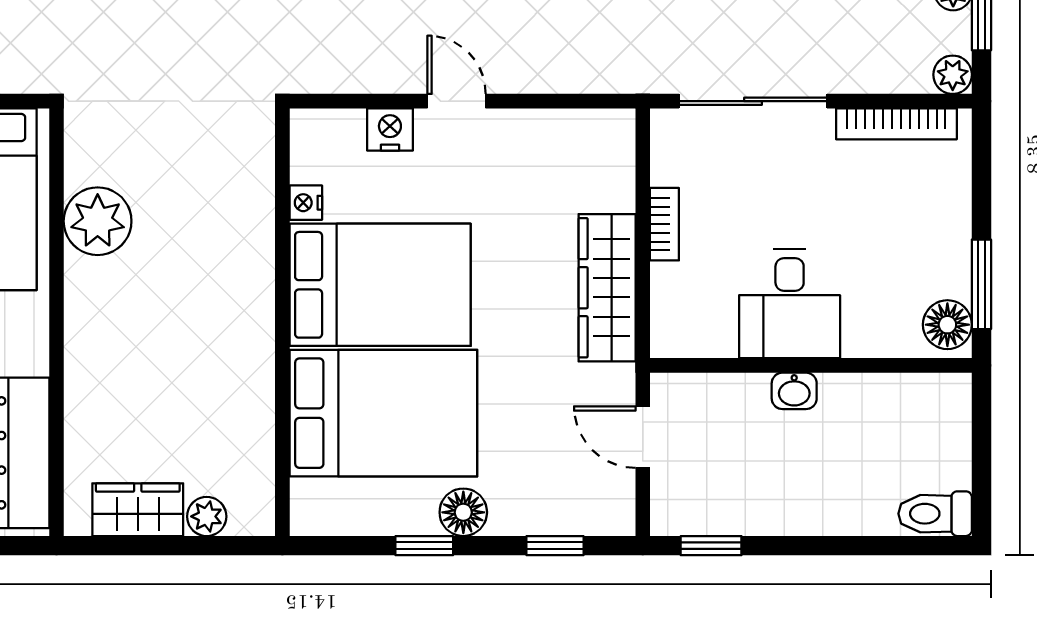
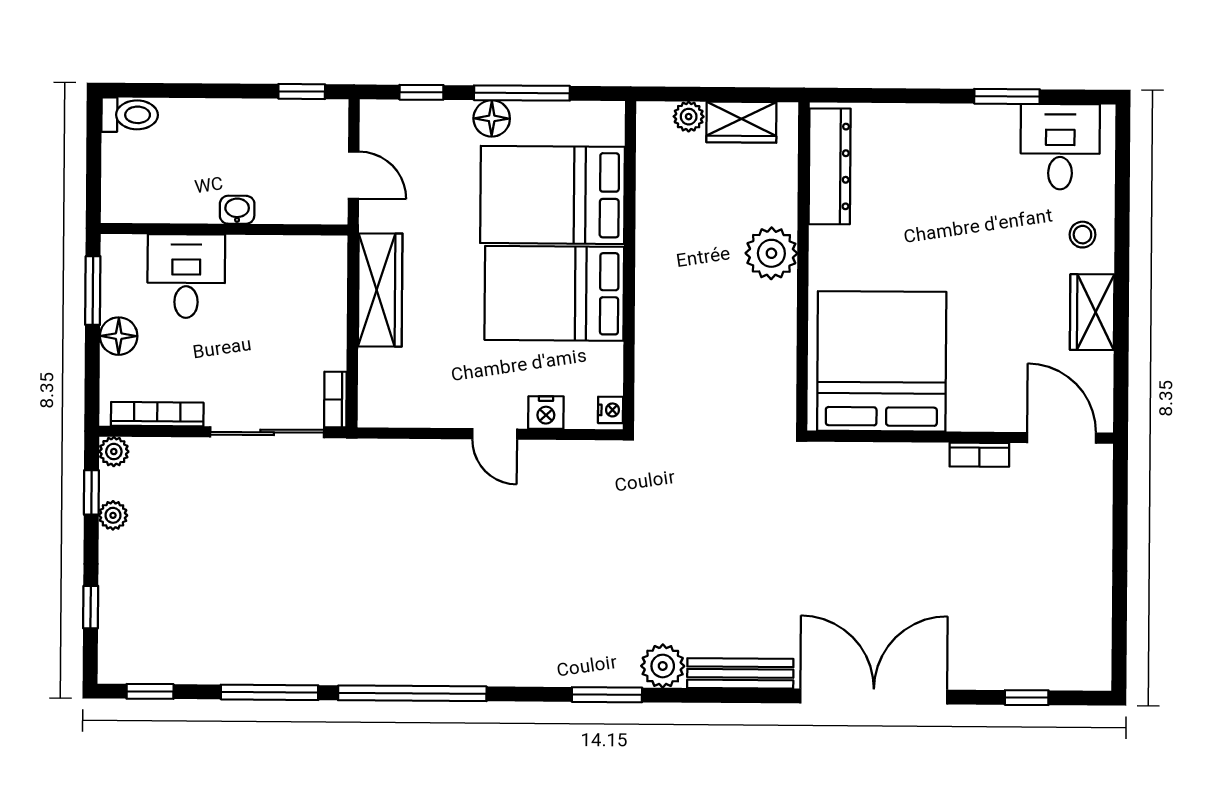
nightstand: (306, 203) -> (611, 410), moved
plant: (98, 221) -> (771, 253), moved
bookcase: (664, 224) -> (335, 399), moved
desk: (790, 304) -> (186, 276), moved
floor lamp: (947, 325) -> (119, 336), moved
window: (424, 546) -> (522, 93), width x2.17

